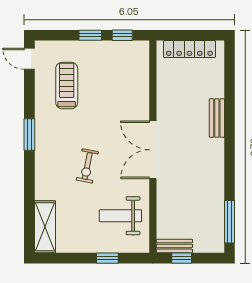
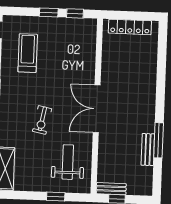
bench: (217, 118) -> (148, 150), moved
weight bench: (120, 216) -> (68, 162), turned 90
window: (229, 222) -> (159, 140), moved

